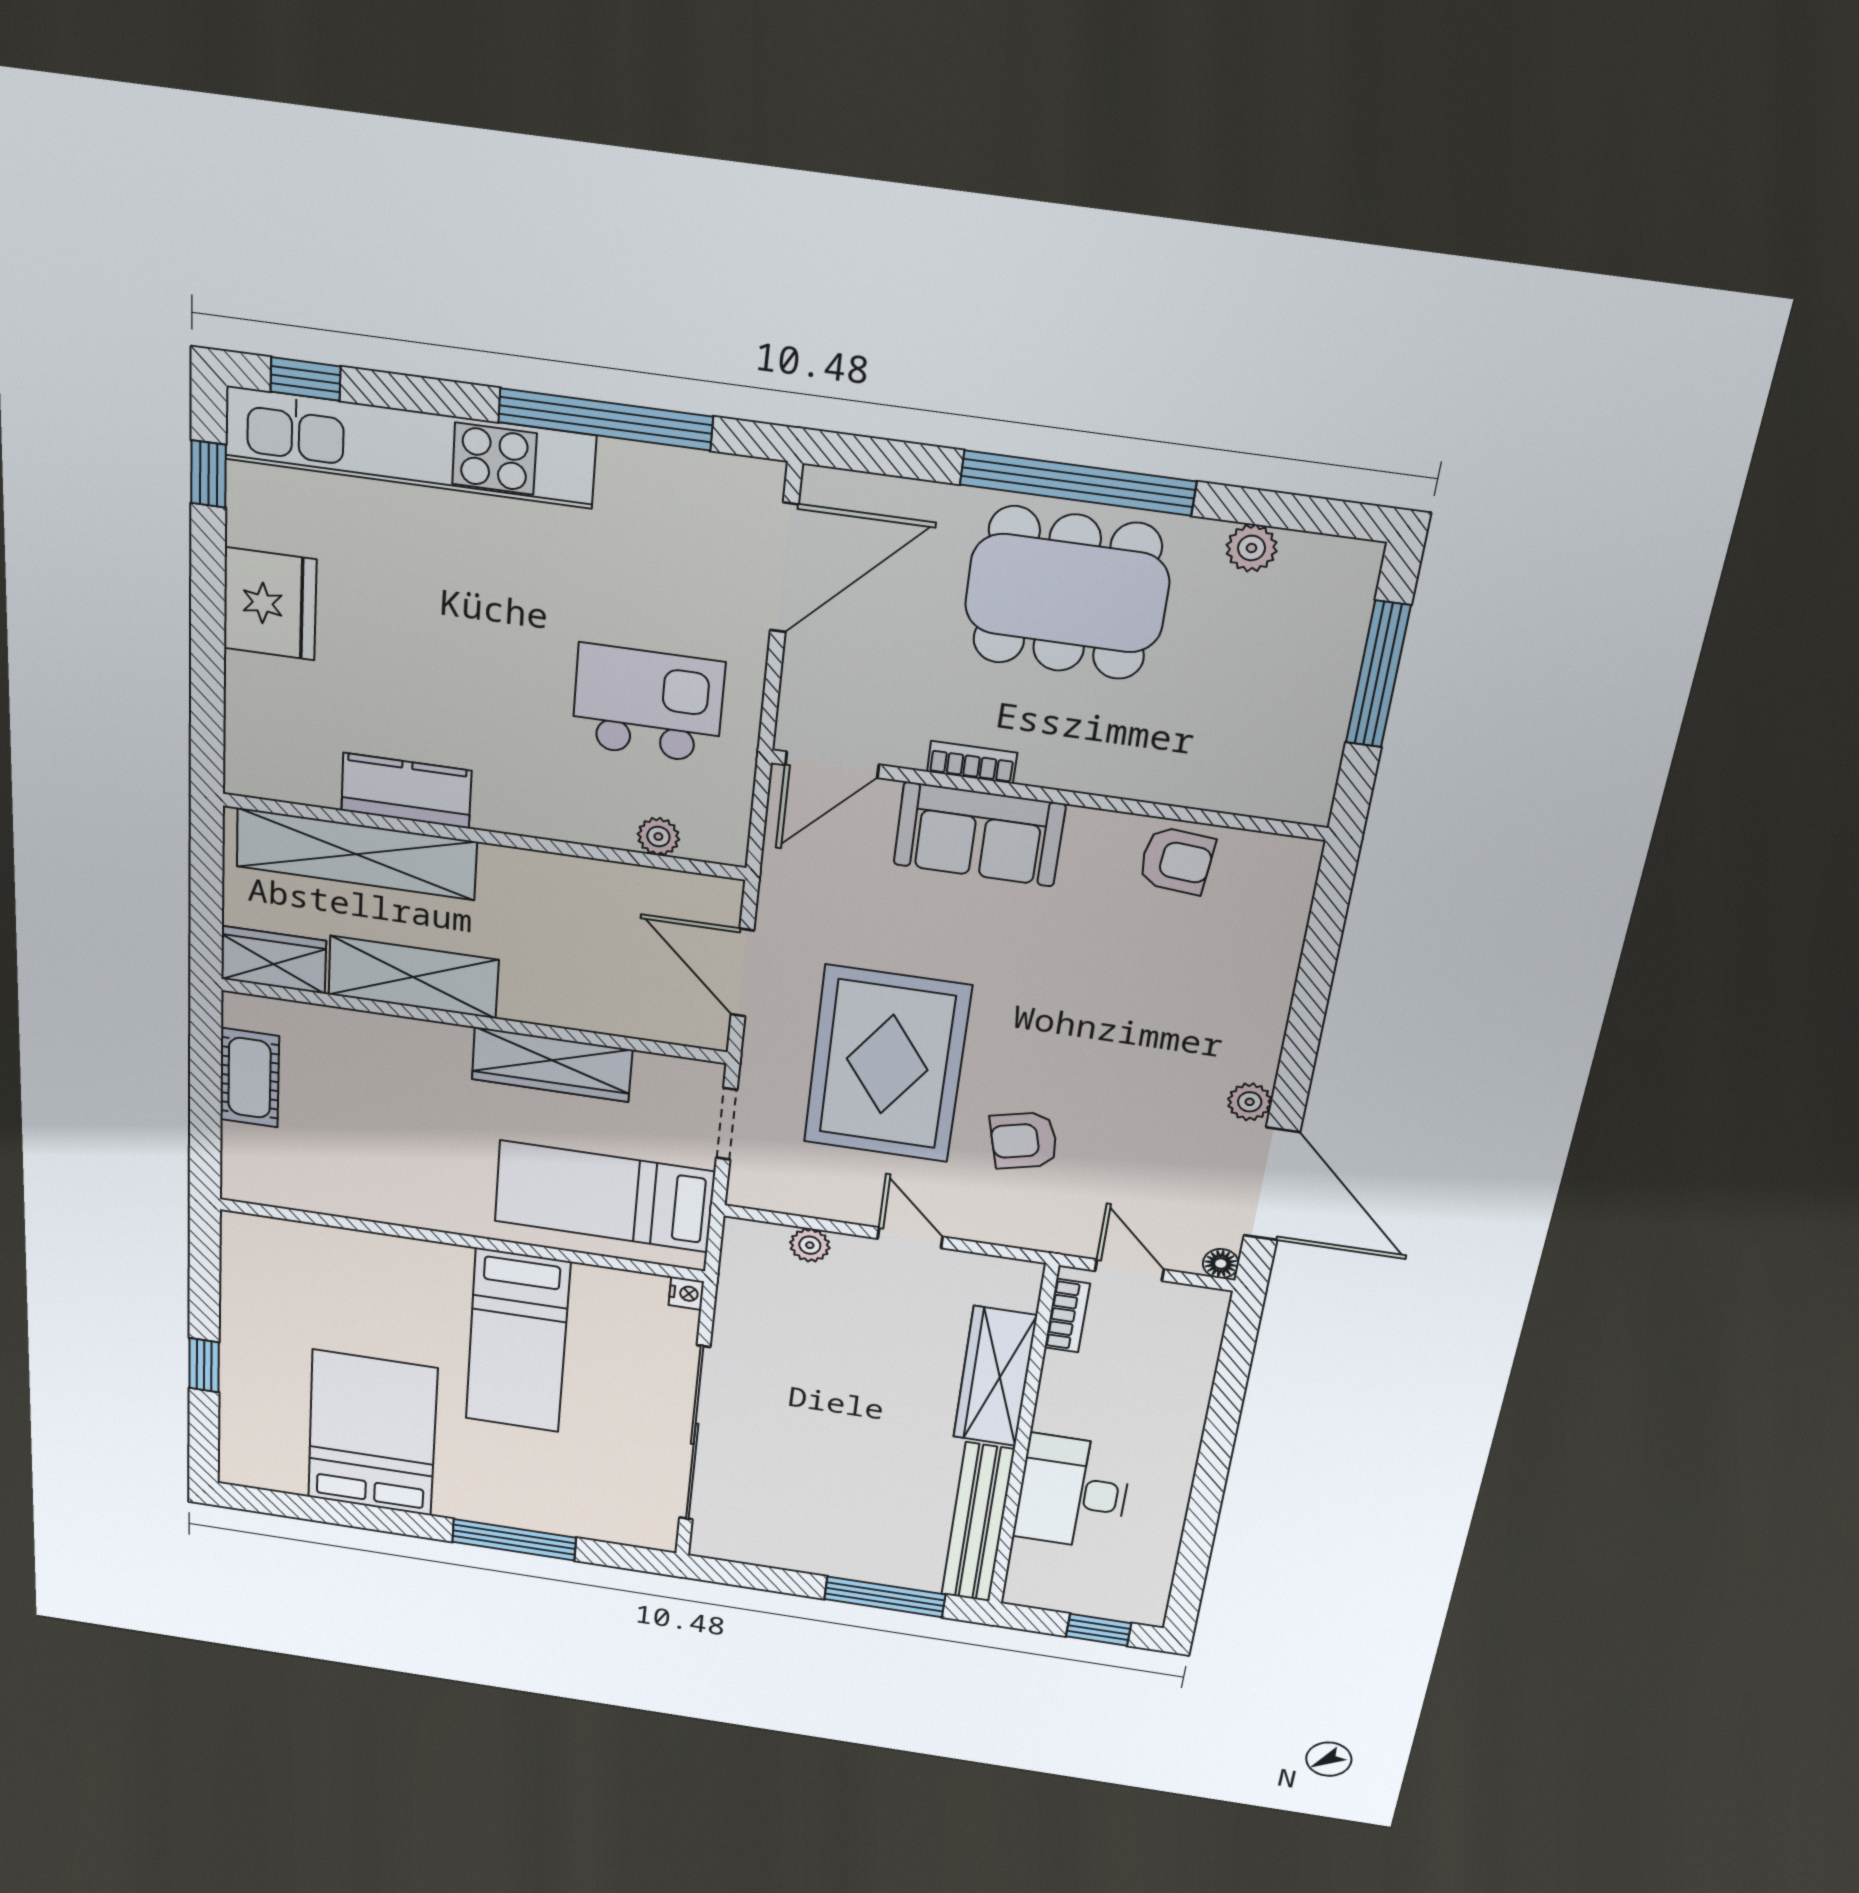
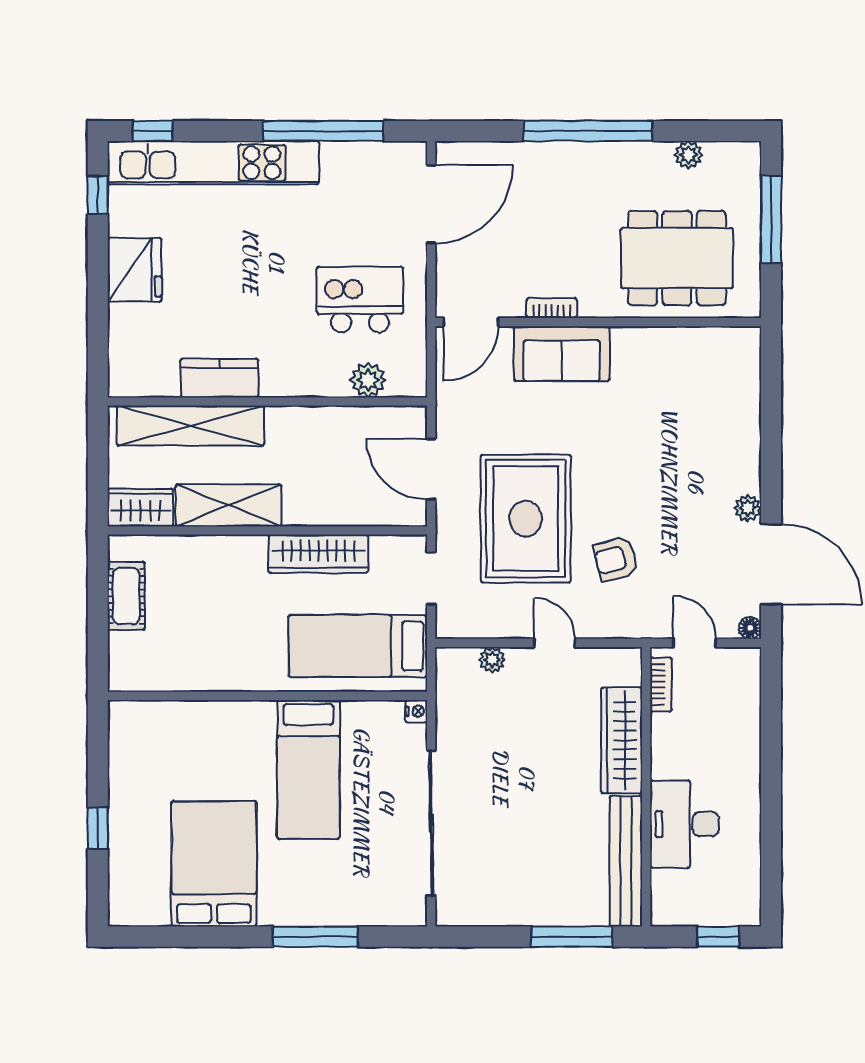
dining table: (1067, 593) -> (677, 258), moved
plant: (658, 837) -> (368, 380), width x1.38, depth x1.38
armchair: (1177, 861) -> (678, 353), removed

